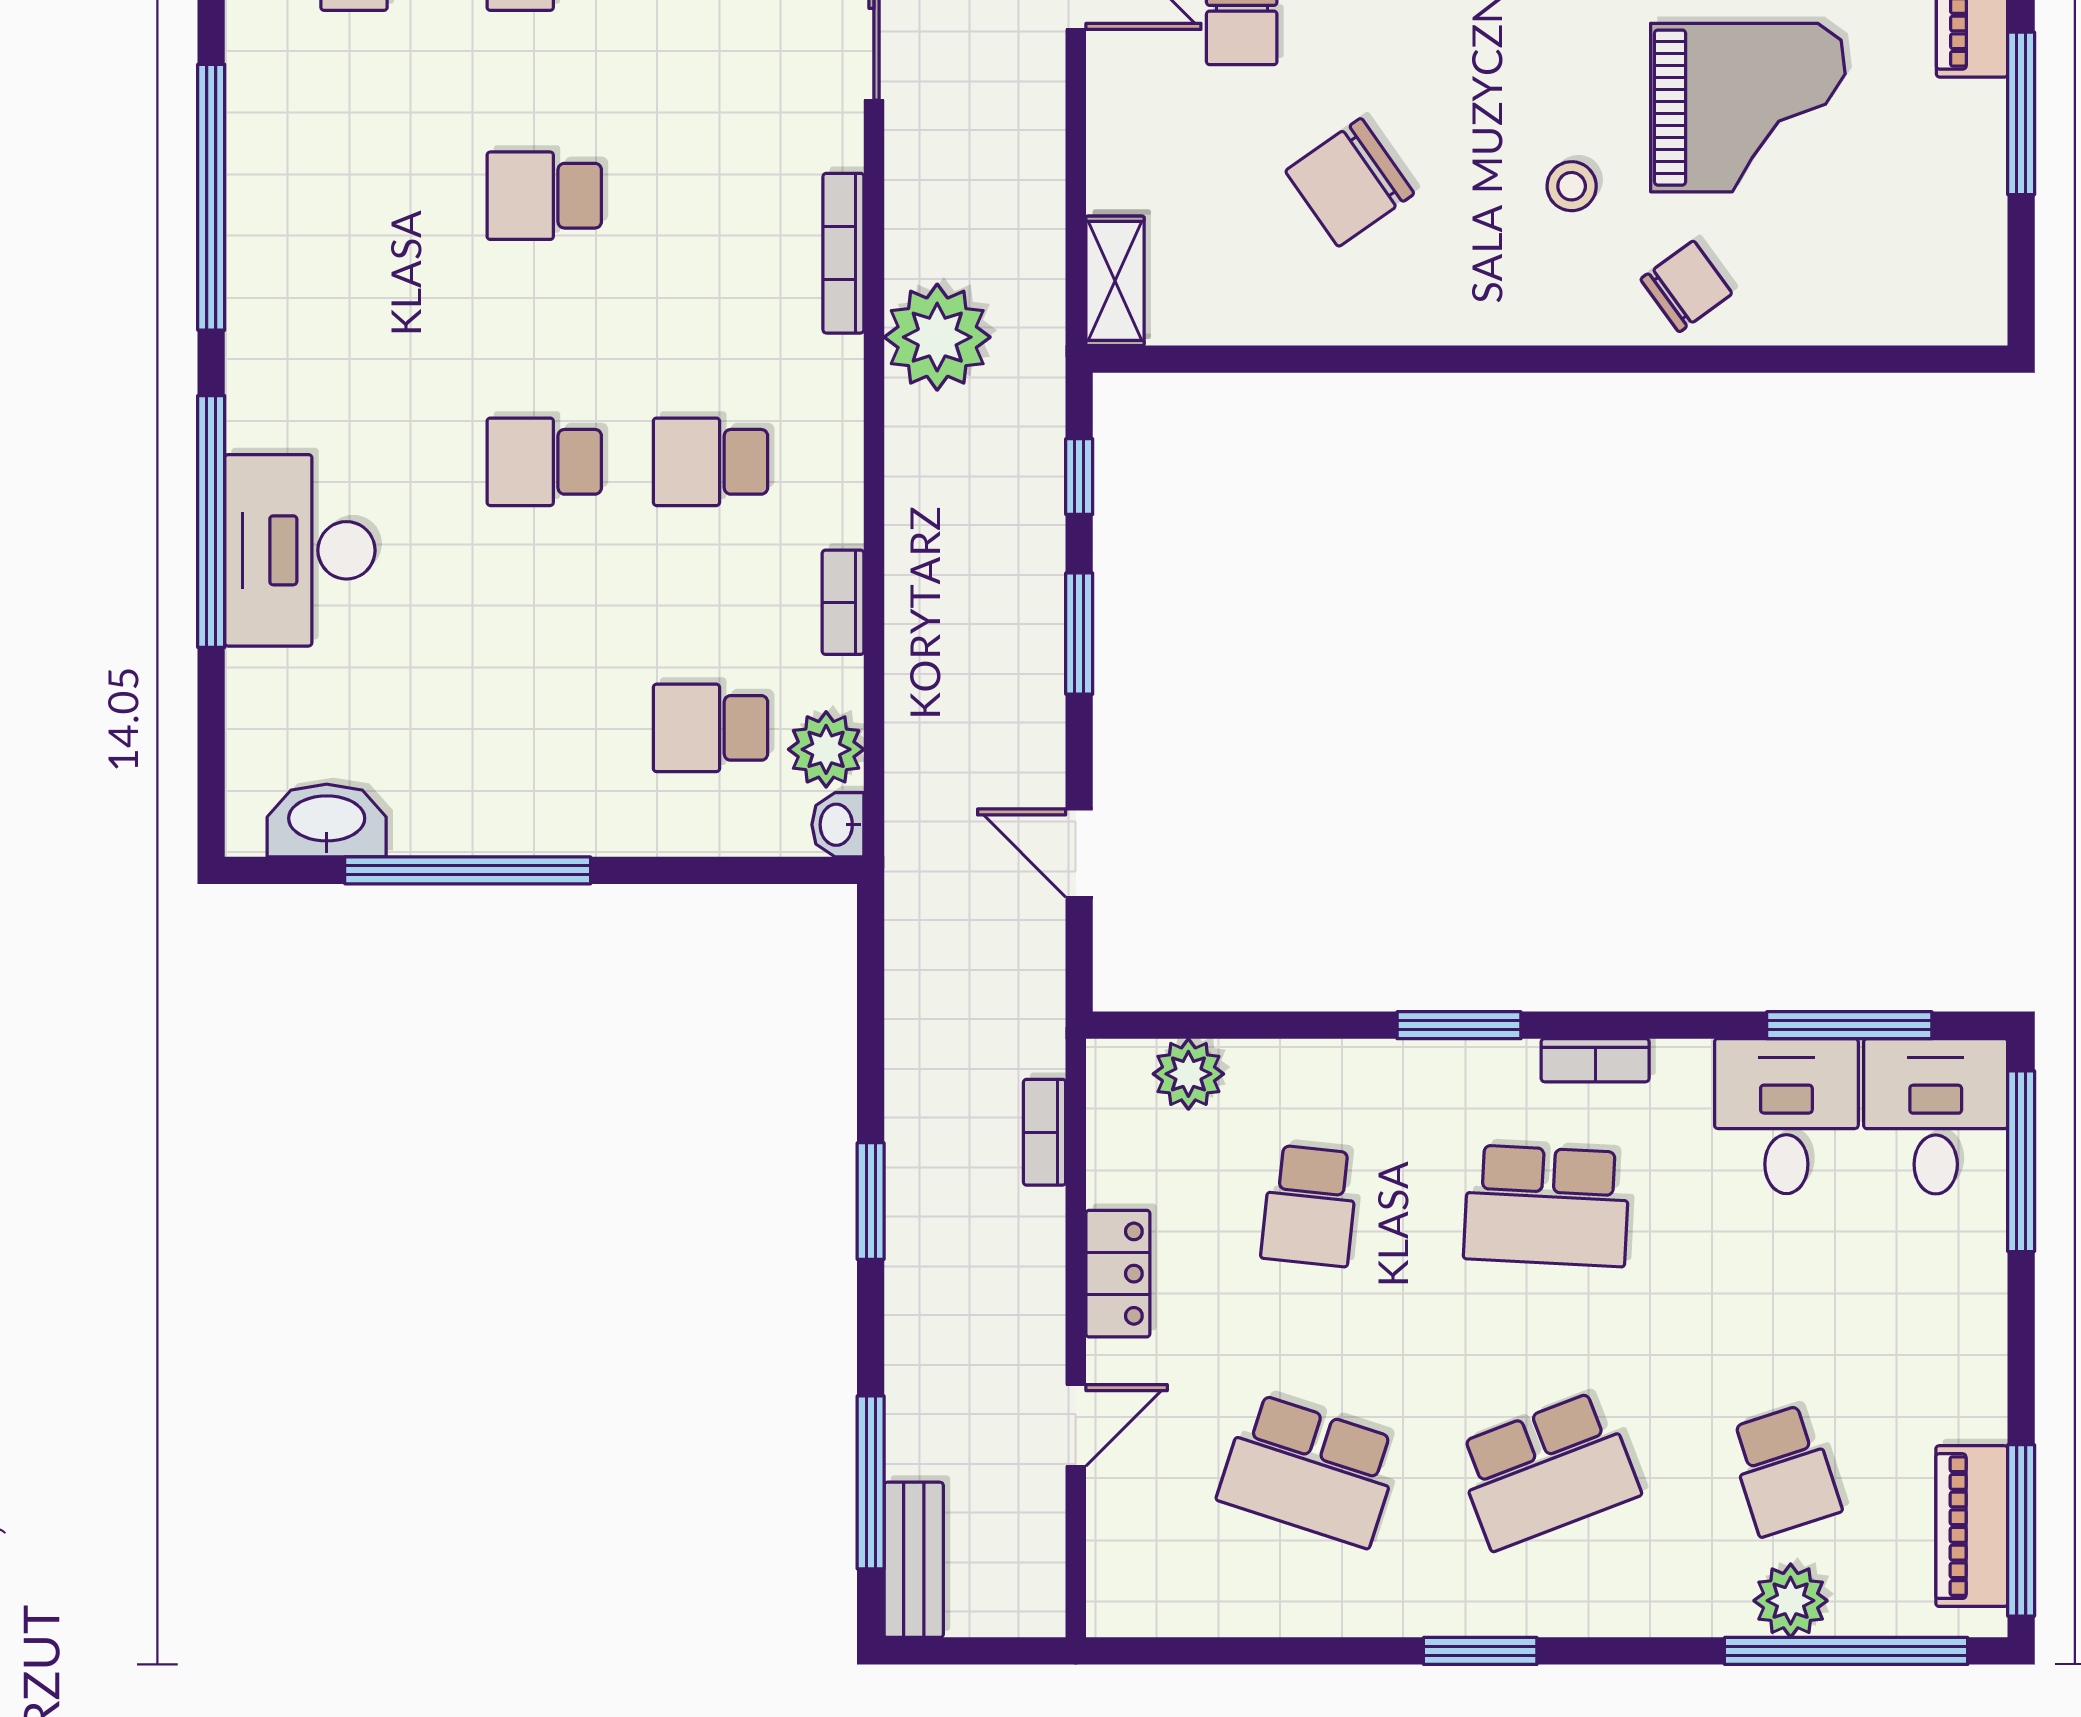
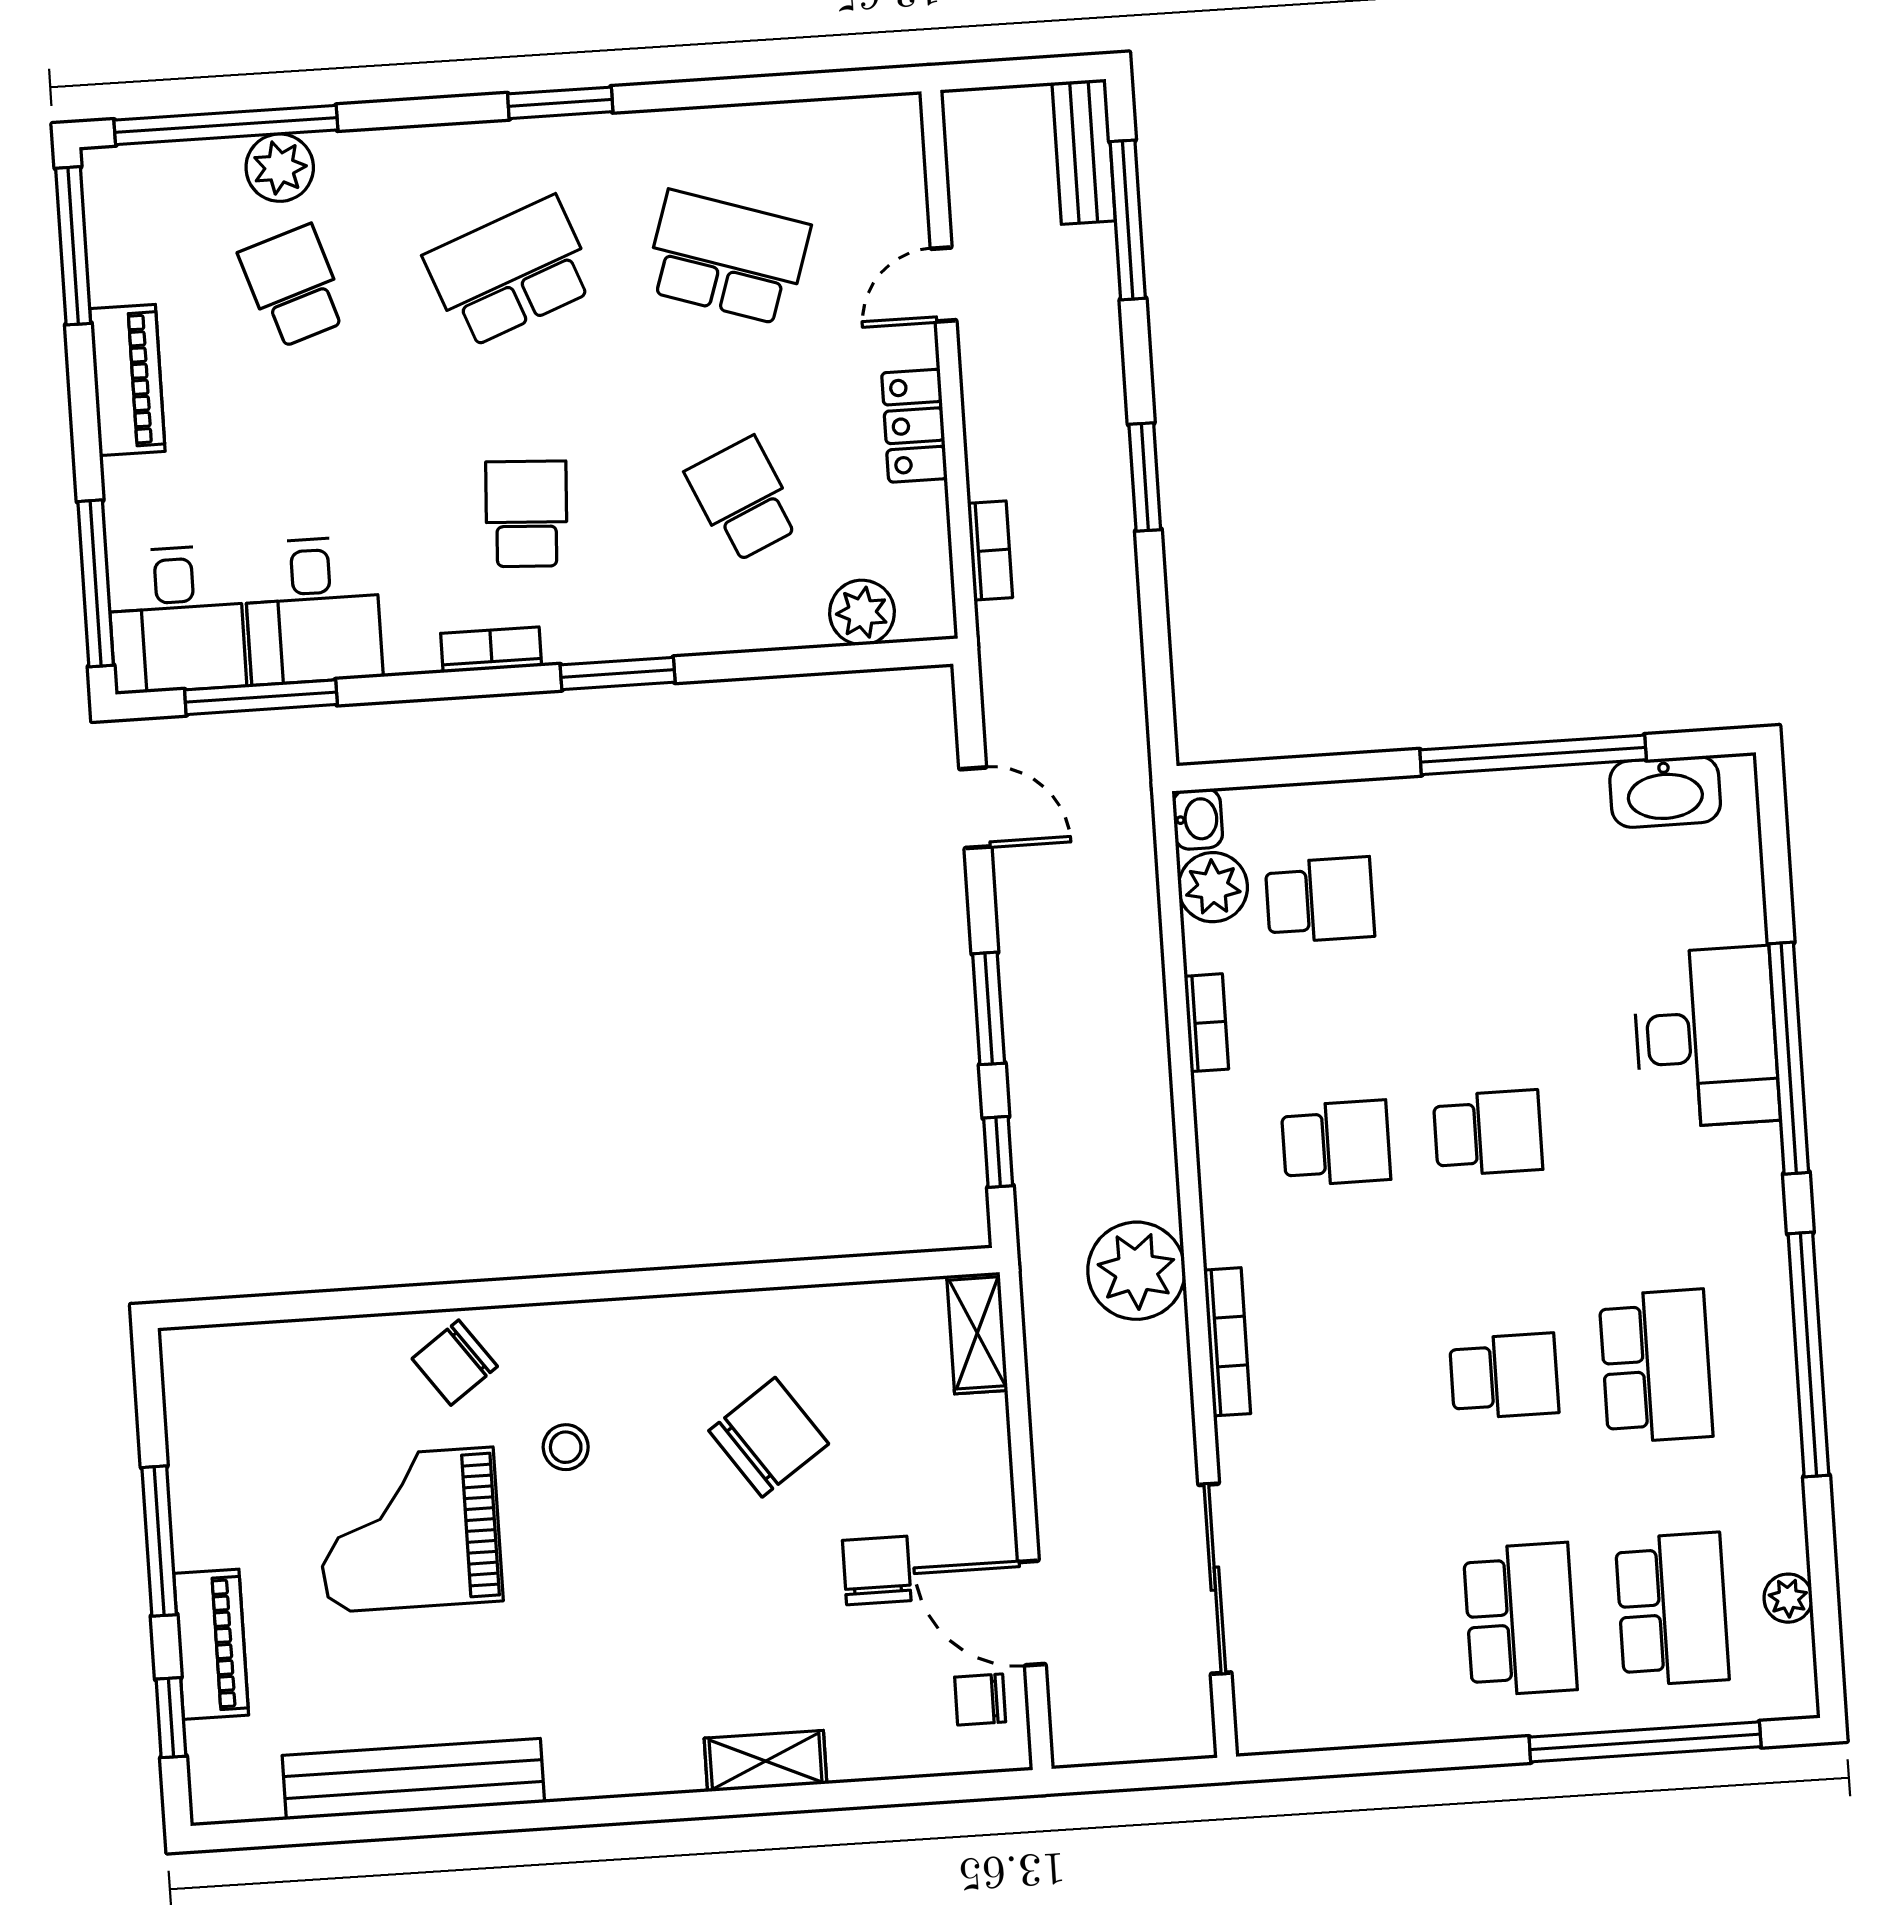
school desk: (378, 196) -> (1656, 1366), added
school desk: (1310, 1206) -> (743, 499), turned -30
school desk: (1547, 1206) -> (526, 514), width x0.54
piano: (1972, 1526) -> (127, 380), moved

